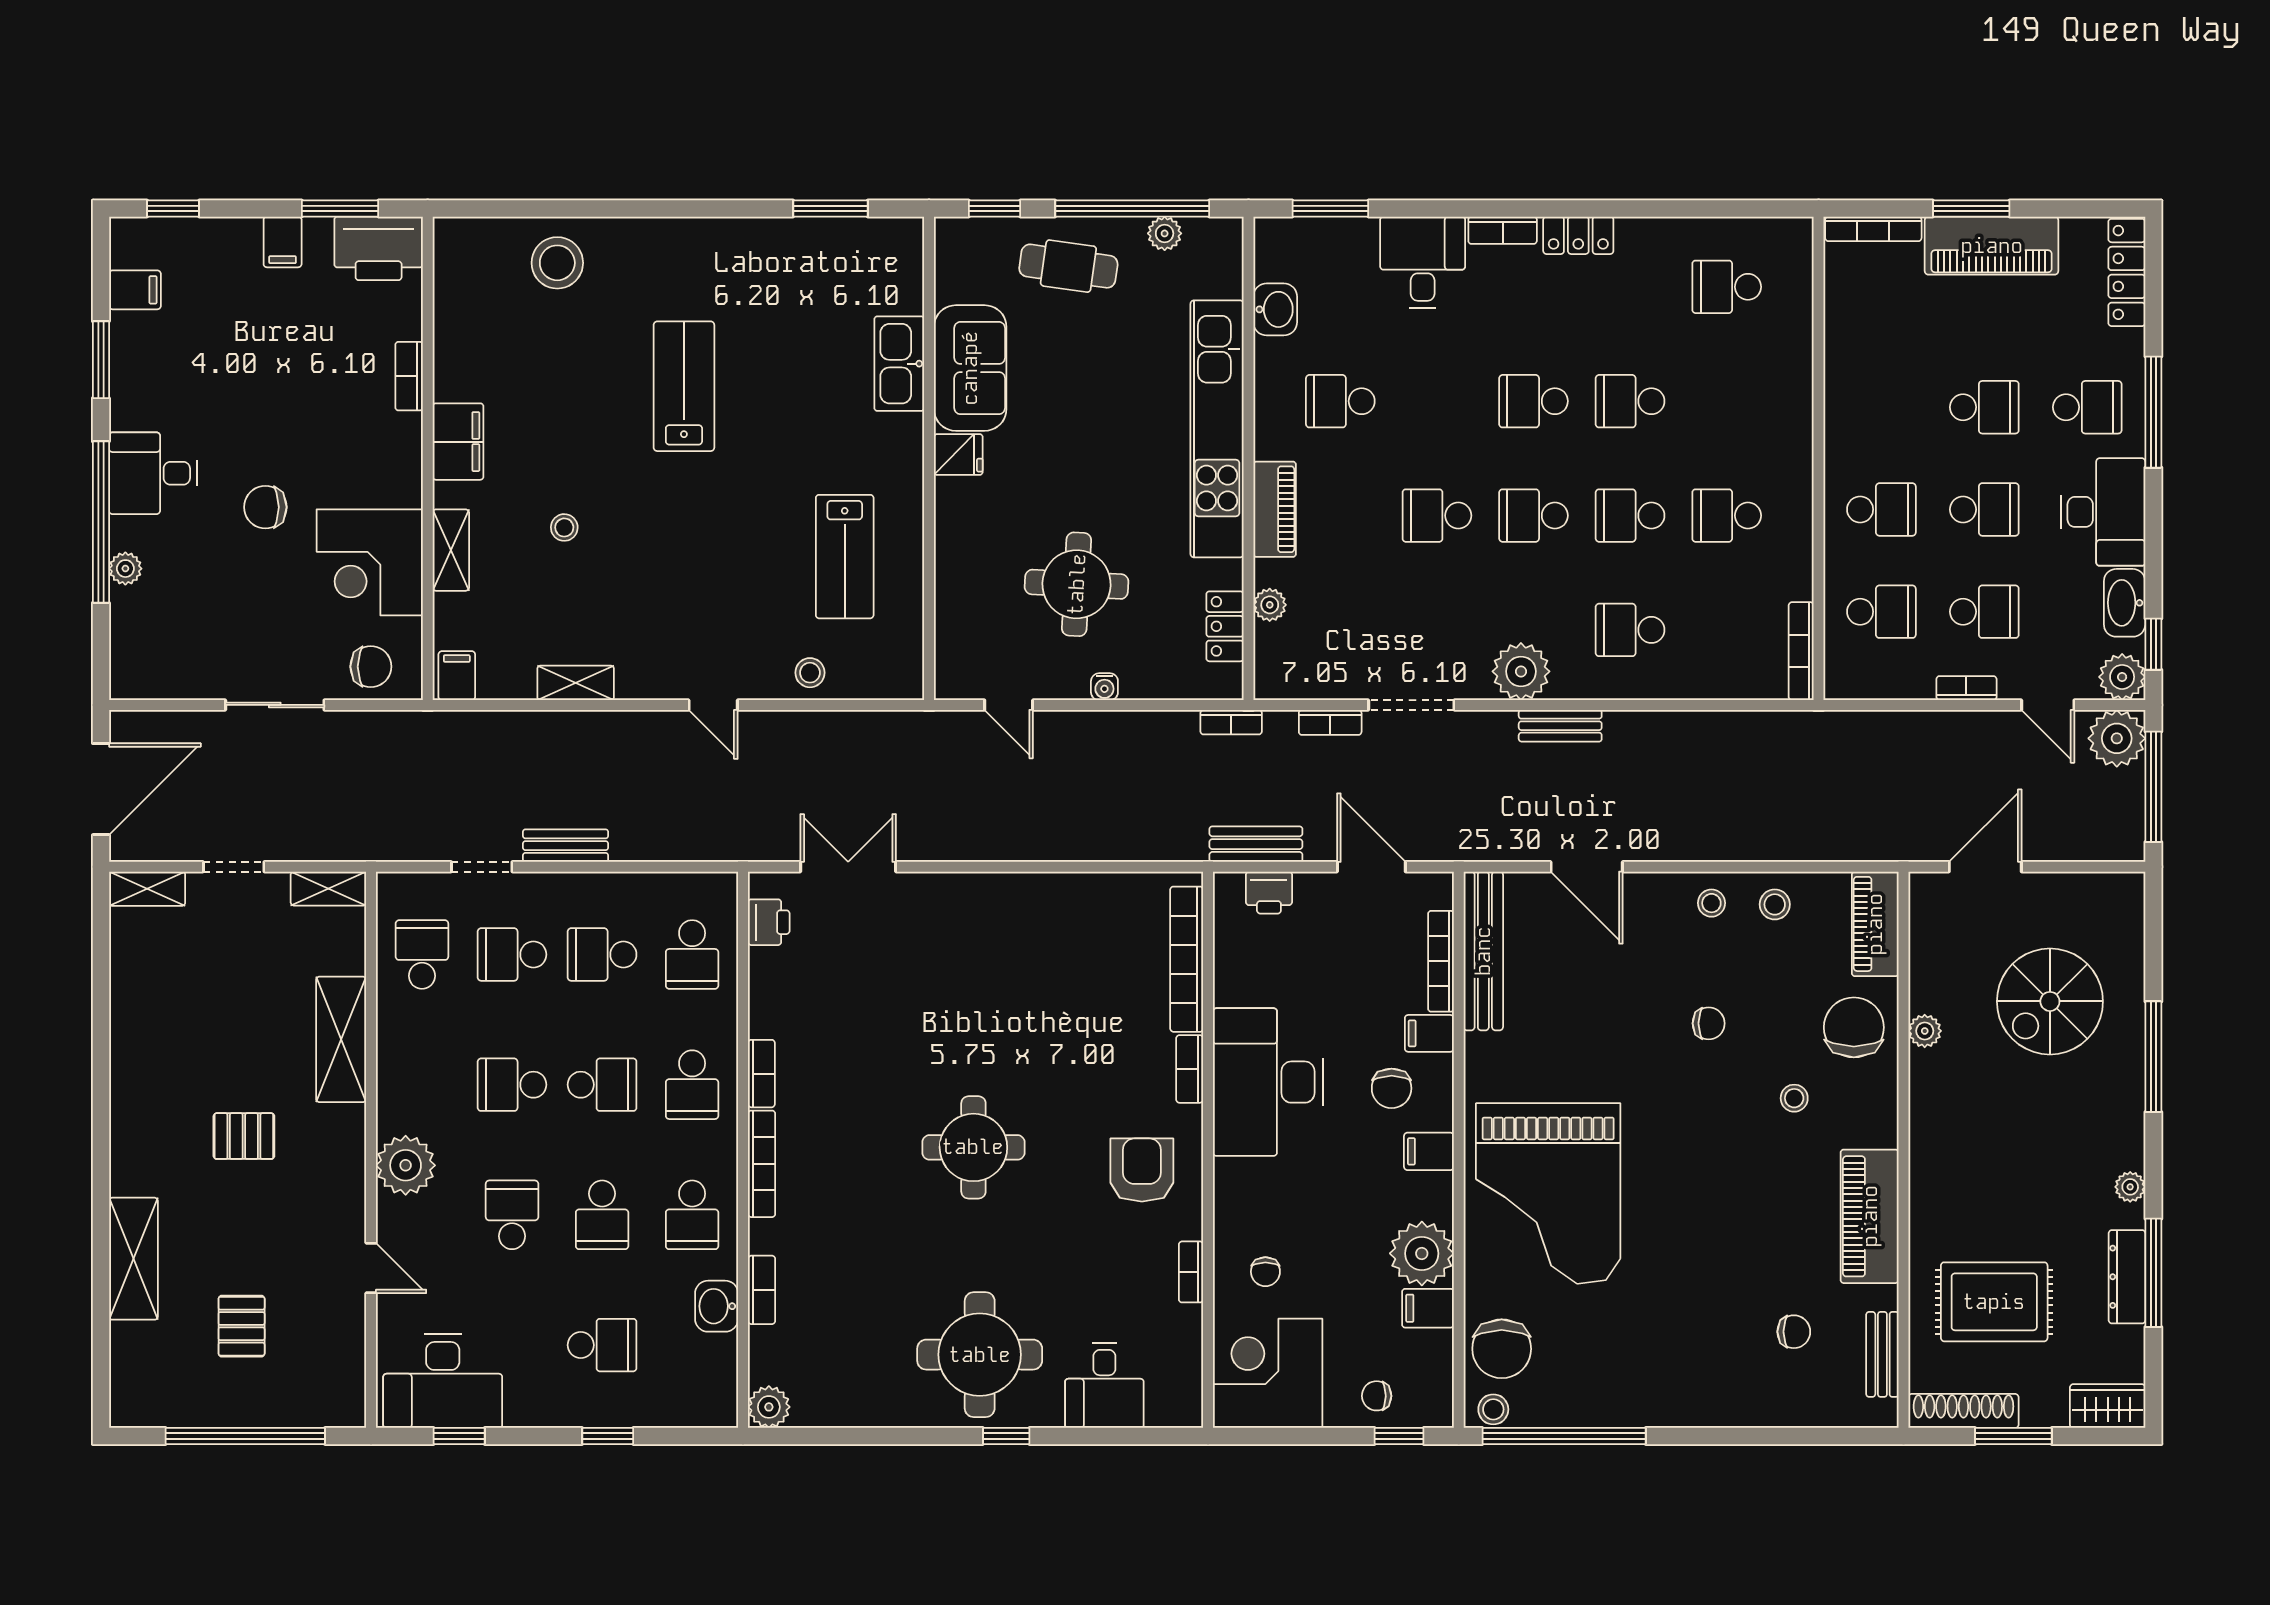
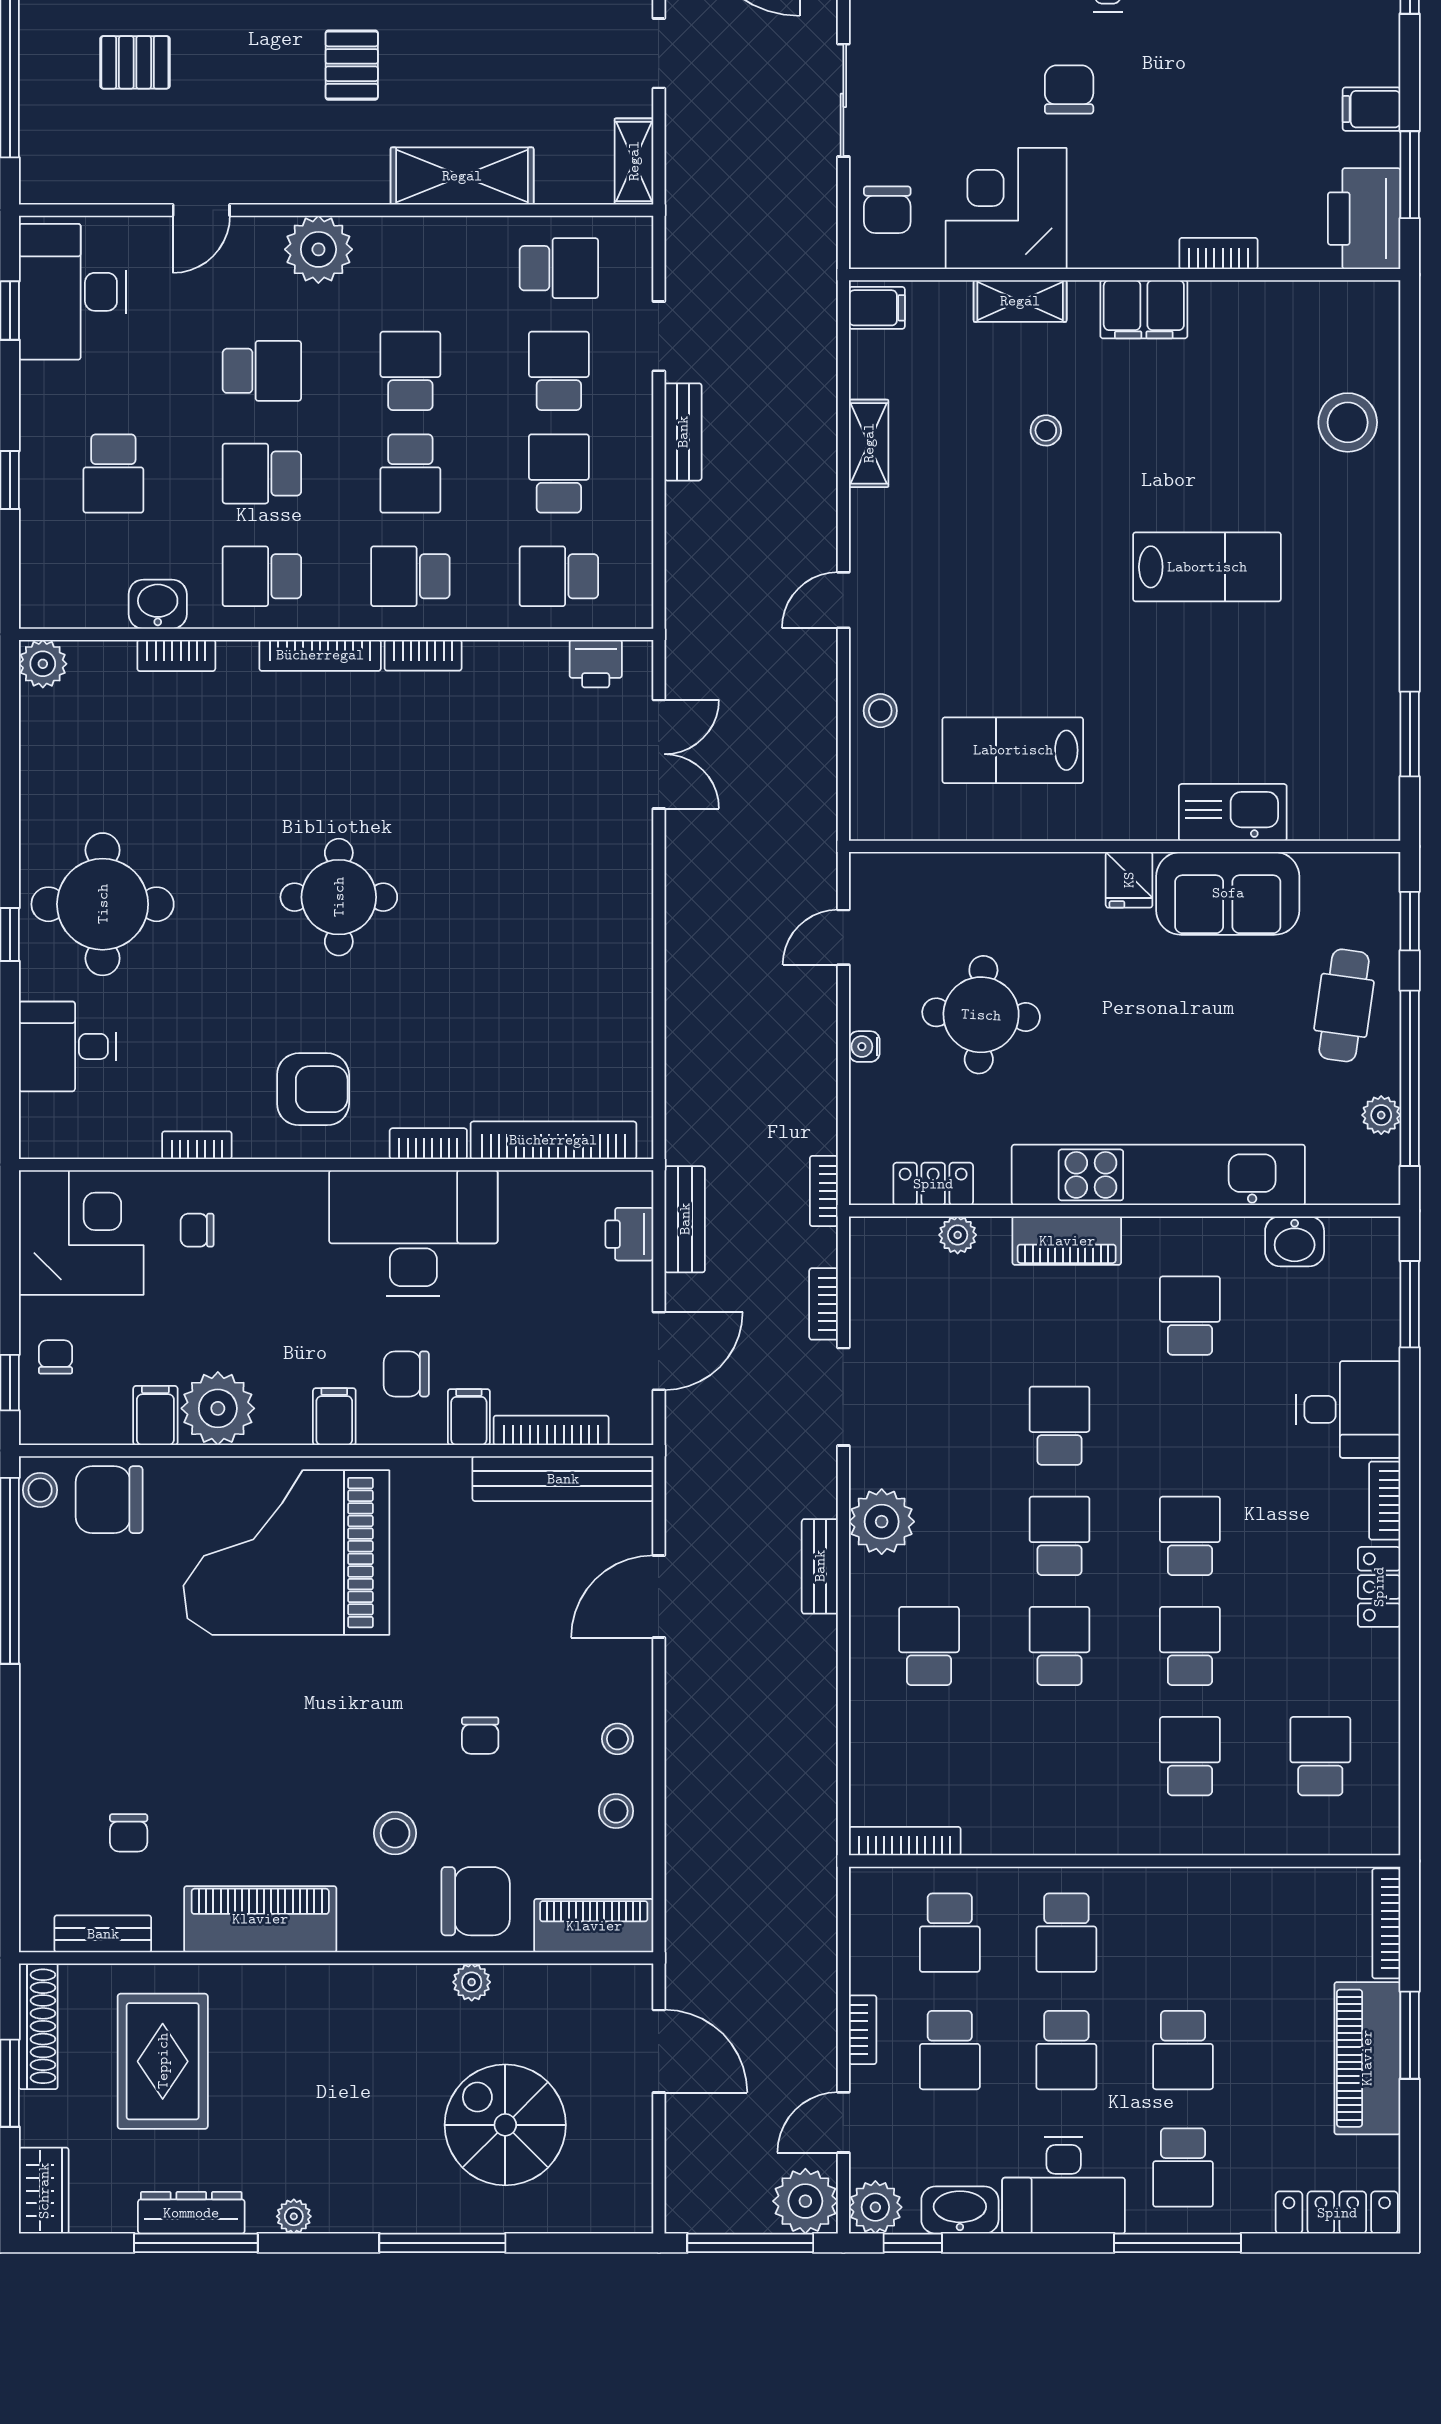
school desk: (1727, 516) -> (1190, 1756), moved
stool: (1794, 1098) -> (395, 1833), width x1.37, depth x1.37

